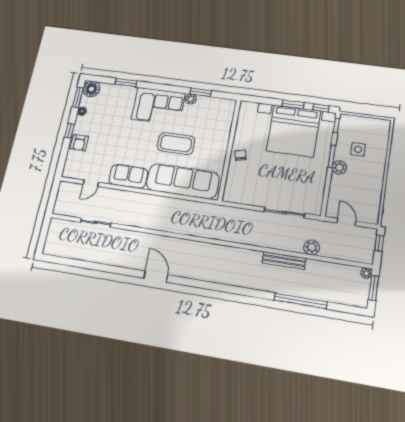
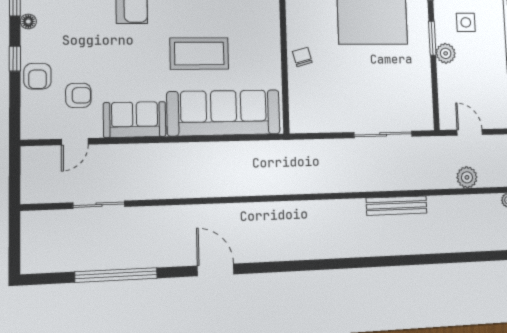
armchair: (99, 157) -> (78, 95), added
plant: (312, 247) -> (467, 177), moved
window: (301, 301) -> (116, 275), moved

